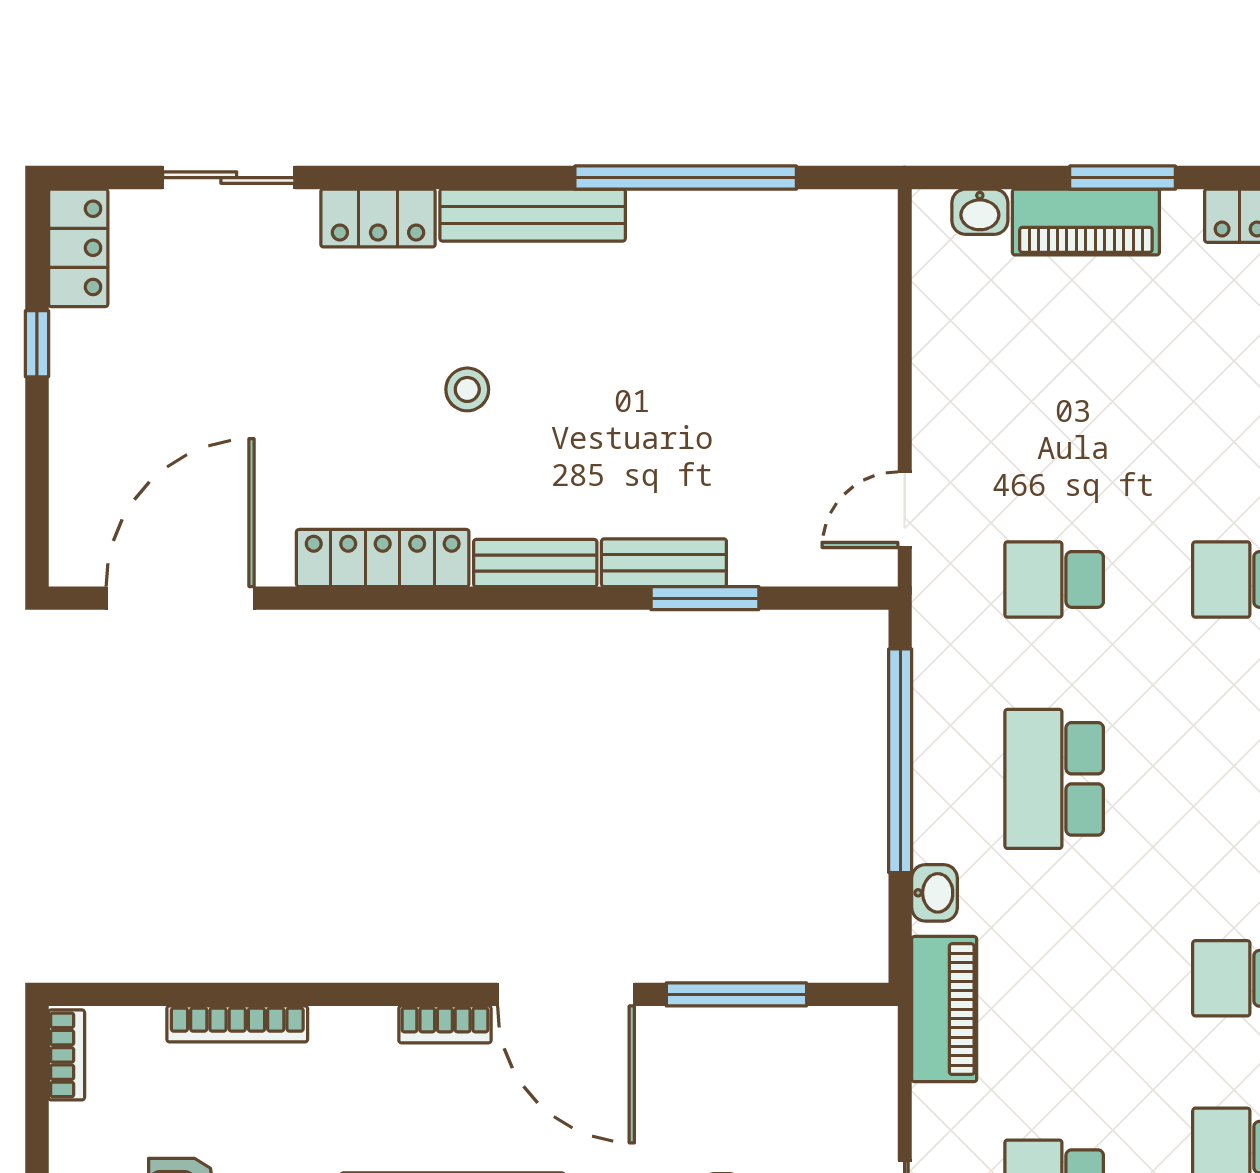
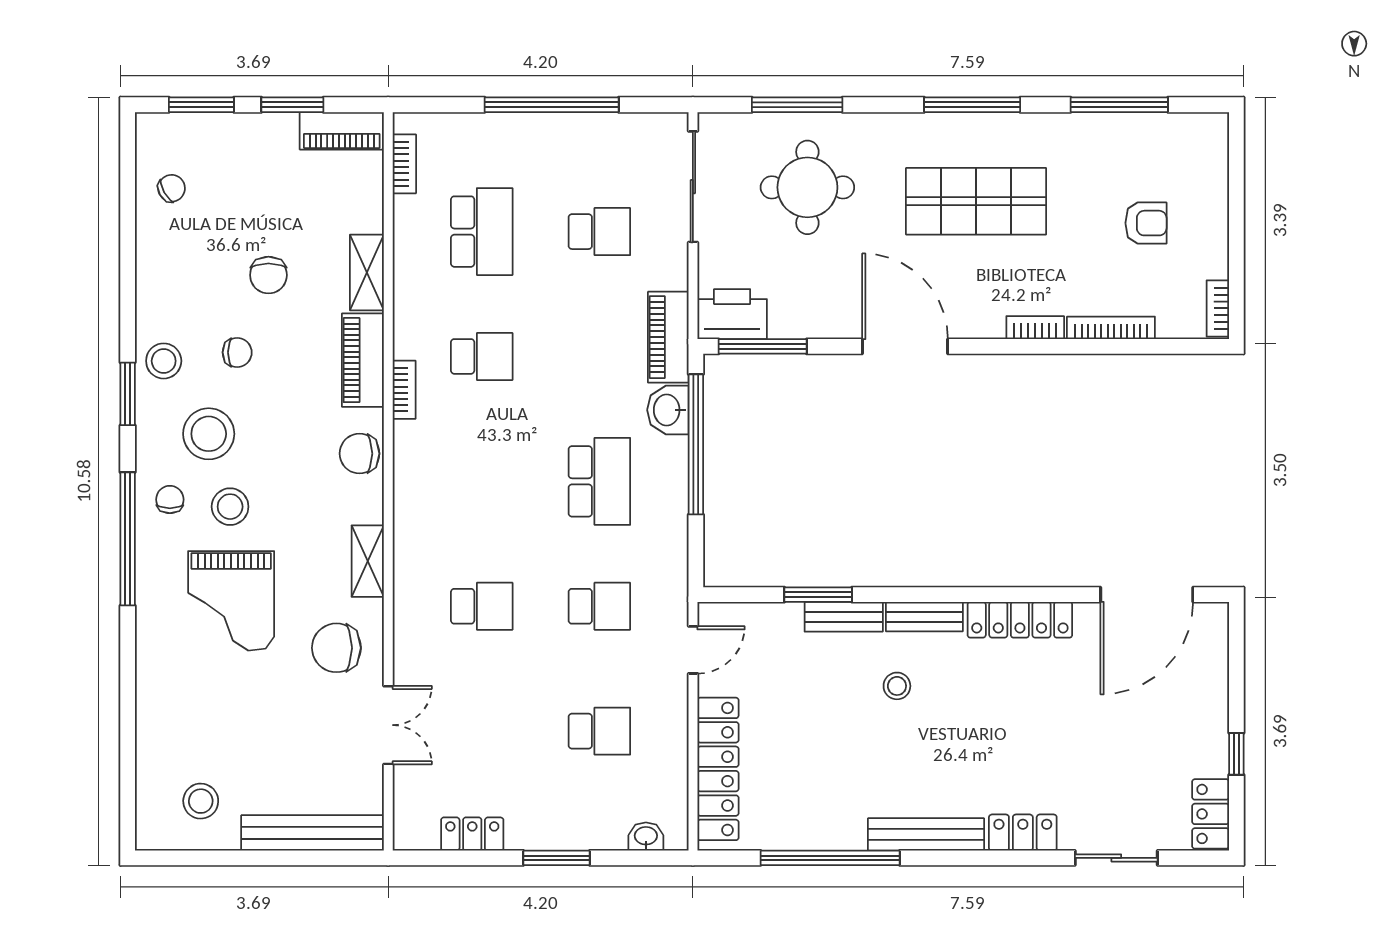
piano: (1086, 222) -> (579, 830), removed
locker: (865, 320) -> (718, 769), added
school desk: (1054, 380) -> (599, 731), added
stool: (467, 389) -> (897, 686), moved
window: (900, 761) -> (696, 444), moved
washbasin: (935, 893) -> (668, 410), width x1.38, depth x1.45
window: (736, 994) -> (763, 346), moved
bookcase: (445, 1024) -> (1035, 328), moved
printer: (842, 1046) -> (732, 314), added

